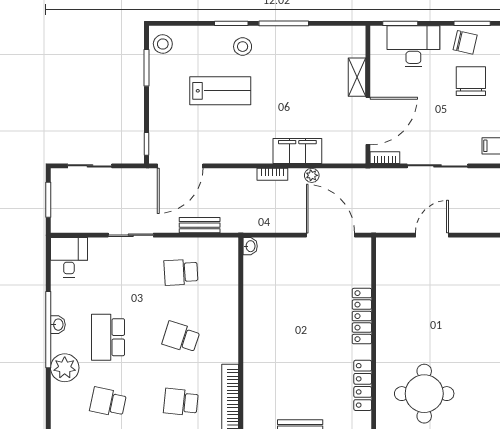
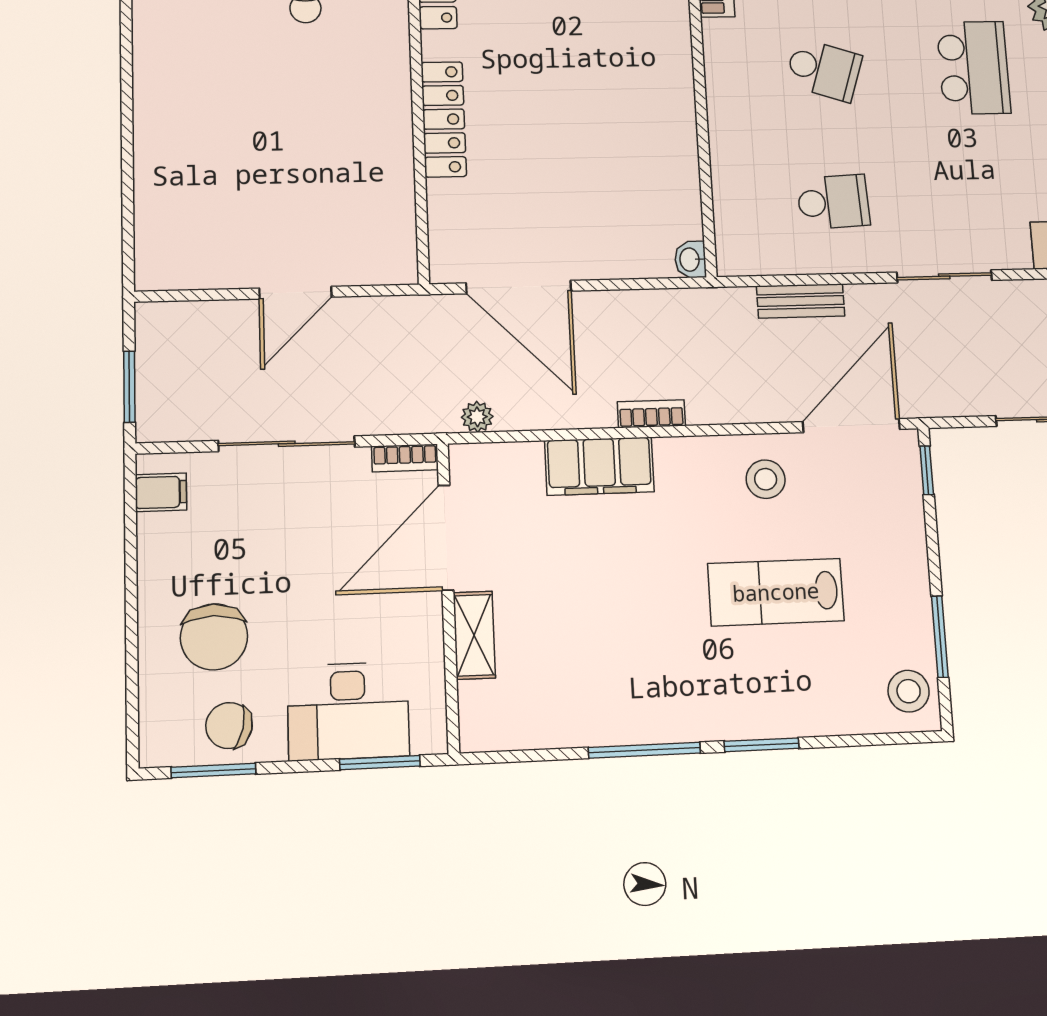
stool: (243, 47) -> (766, 479), moved
plant: (312, 175) -> (477, 417), moved

